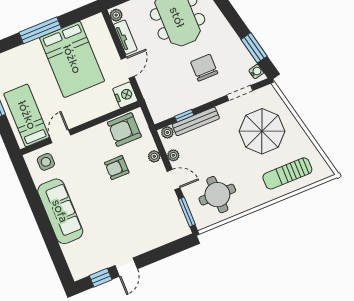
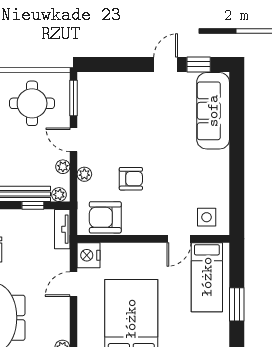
tv unit: (125, 37) -> (62, 229), moved
armchair: (124, 130) -> (105, 217), turned 180
sofa: (60, 211) -> (213, 111), moved

